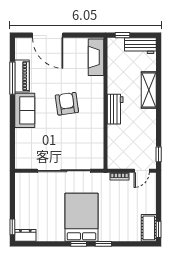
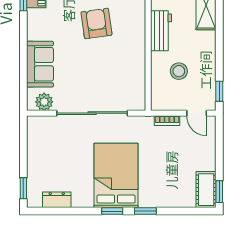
sofa: (25, 110) -> (40, 64), moved
stool: (128, 139) -> (179, 71), added
plant: (28, 162) -> (44, 102), added
door: (142, 171) -> (197, 113), hinge flipped
dresser: (25, 235) -> (57, 200), moved

